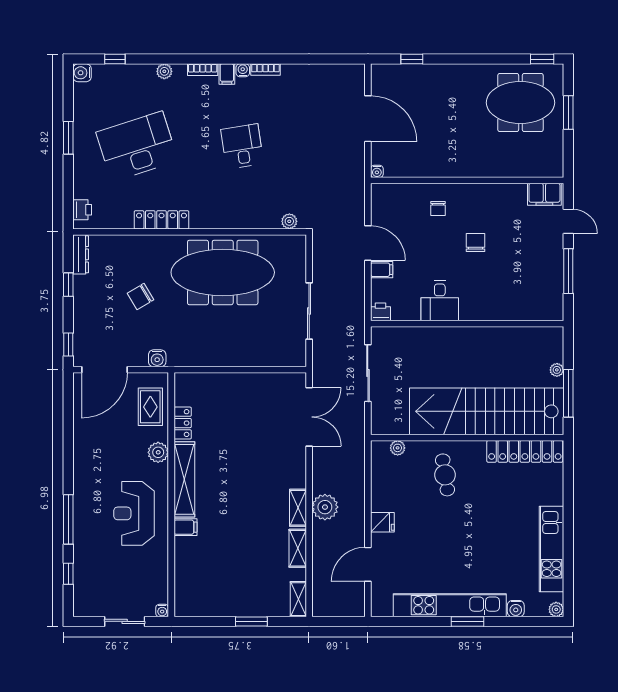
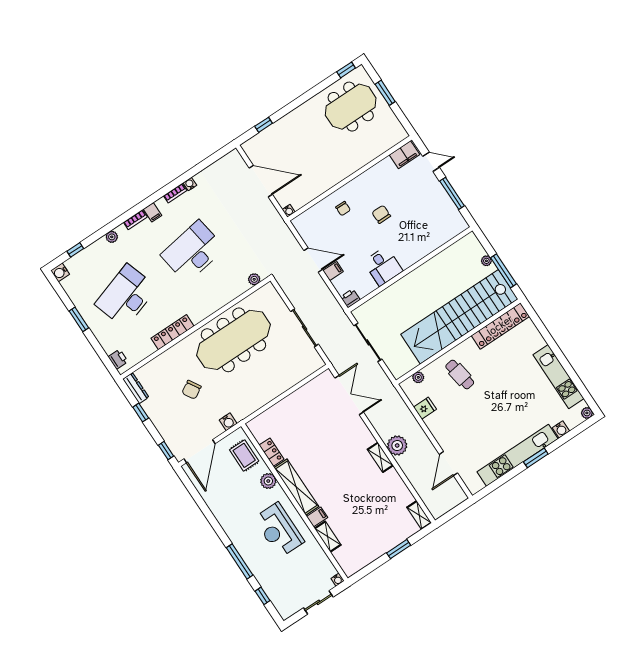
water cooler: (243, 70) -> (190, 184), moved
desk: (242, 146) -> (193, 252), width x1.87, depth x1.30
fridge: (382, 522) -> (425, 408), moved
shelving: (298, 548) -> (328, 537), moved

